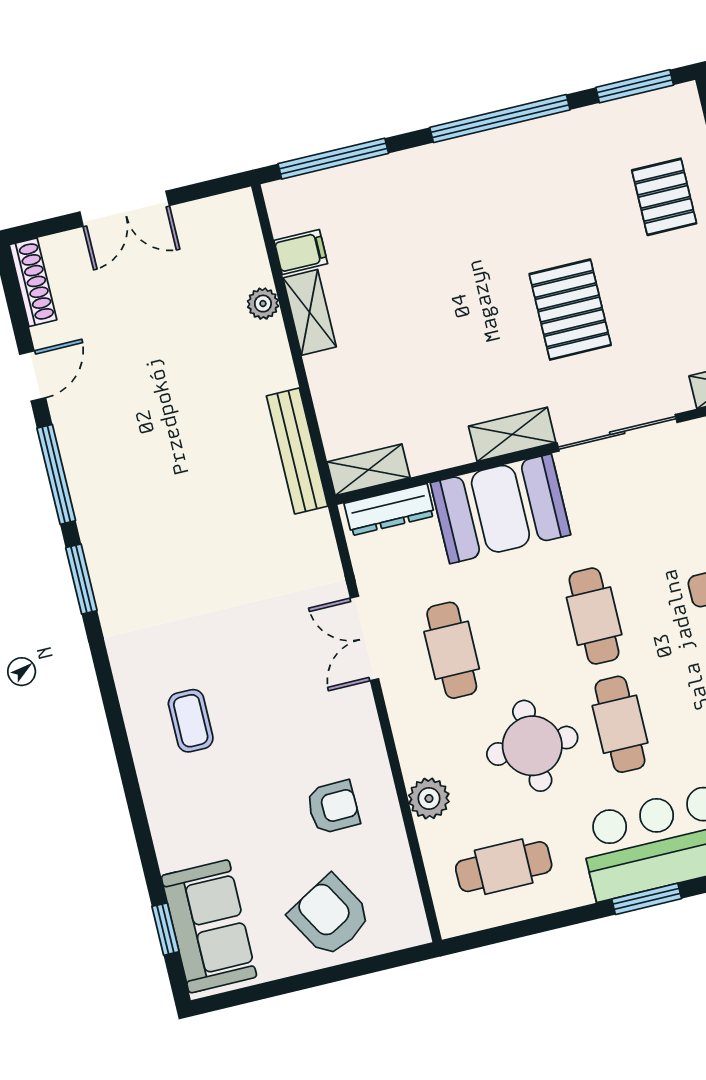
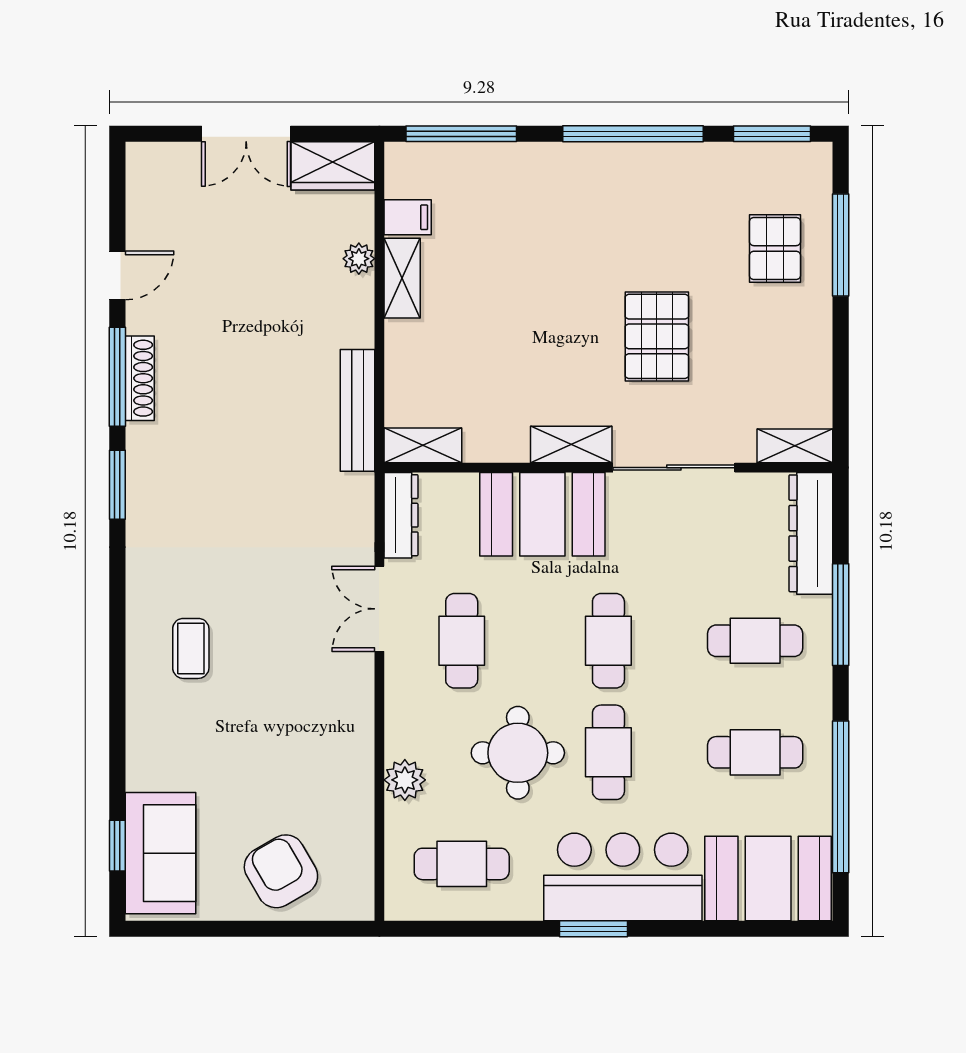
wardrobe: (216, 220) -> (333, 166), added
shoe rack: (33, 282) -> (140, 378), moved
dresser: (389, 510) -> (401, 515), moved, turned -90
armchair: (333, 807) -> (309, 766), removed

